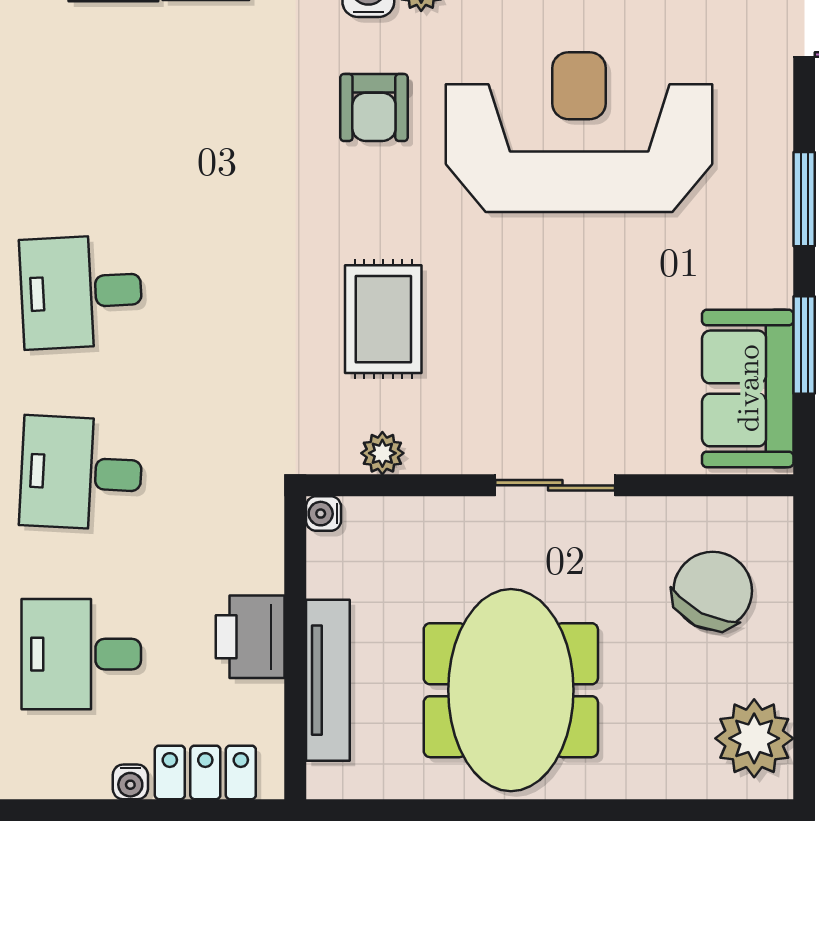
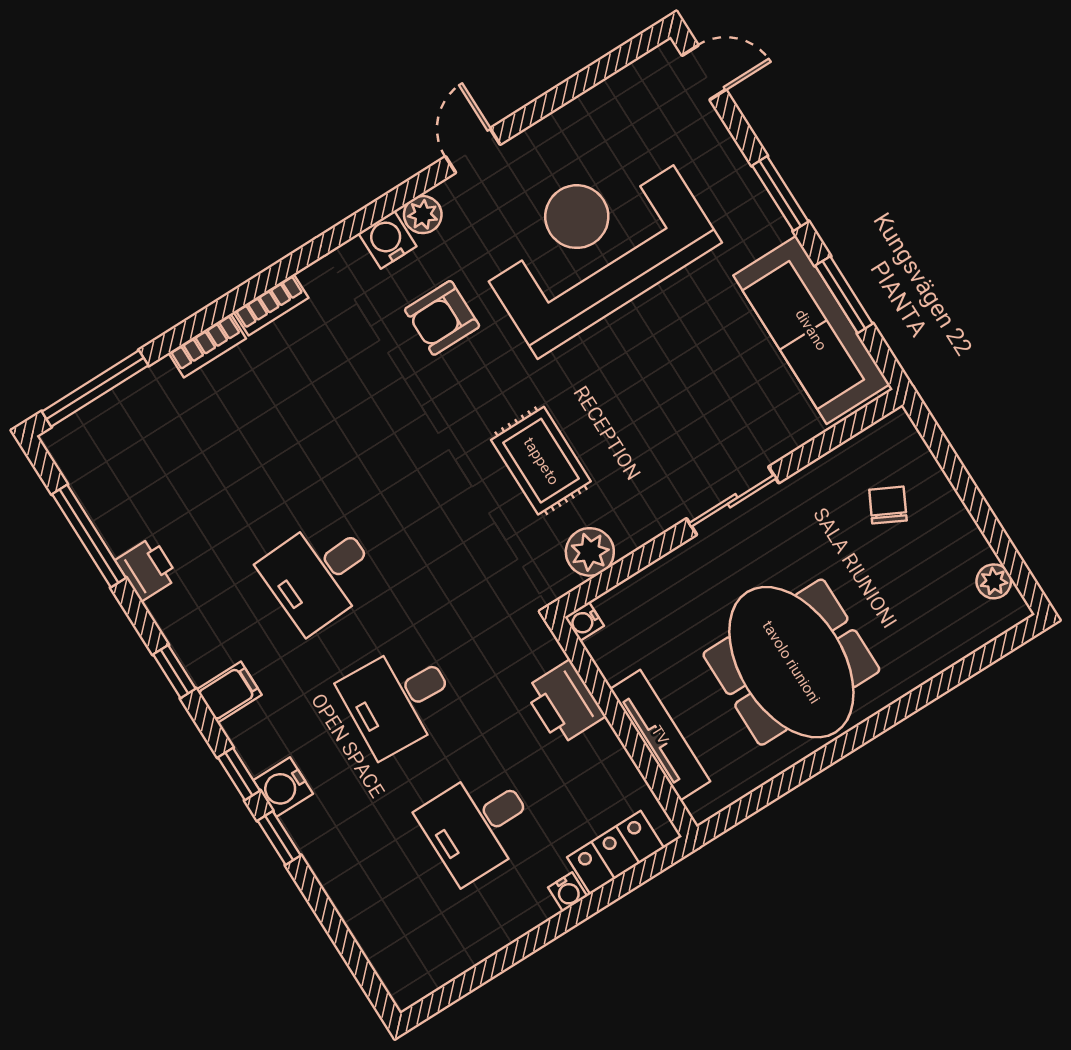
armchair: (374, 107) -> (442, 318), turned 90
sofa: (748, 388) -> (811, 330), width x1.36
plant: (382, 453) -> (590, 552), width x1.38, depth x1.38
chair: (713, 591) -> (888, 505), width x0.54, depth x0.54
printer: (250, 637) -> (564, 703), moved
plant: (754, 738) -> (994, 581), width x0.53, depth x0.53

